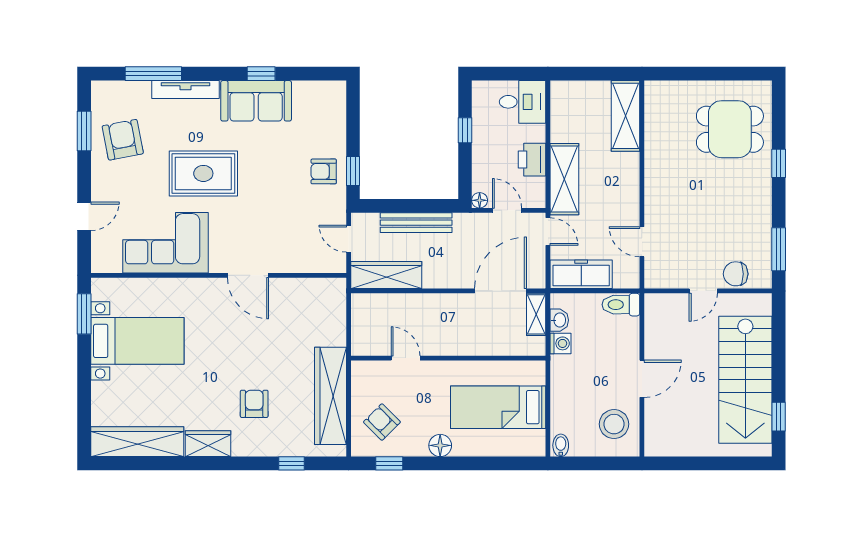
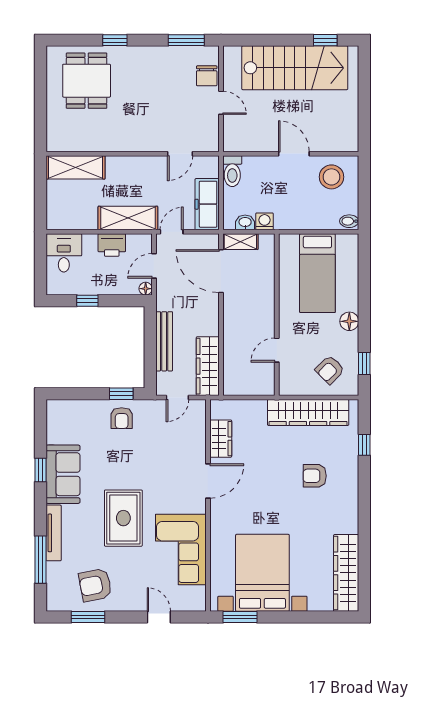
bed with nightstands: (137, 341) -> (262, 573), width x1.36
wardrobe: (208, 444) -> (221, 439), moved, turned 180

